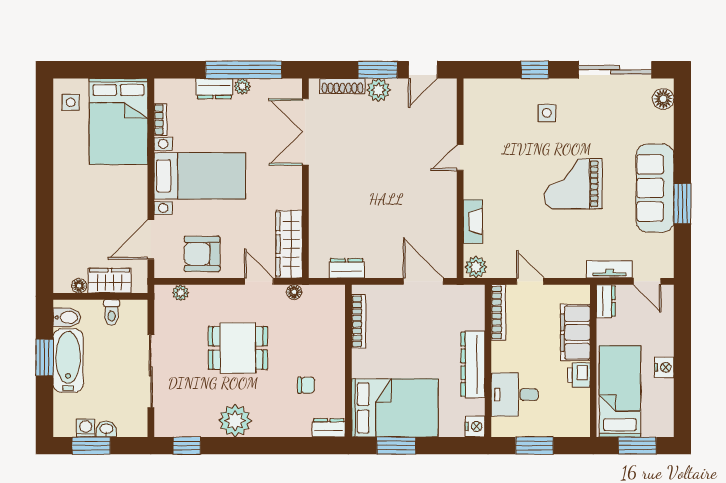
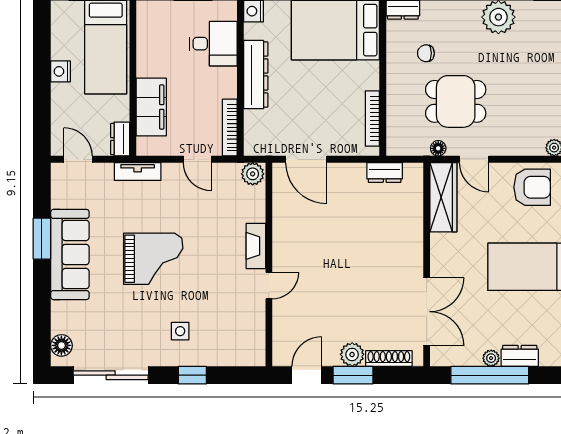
fireplace: (473, 222) -> (256, 246), moved
tv unit: (609, 269) -> (138, 171), moved
dining table: (238, 348) -> (456, 101), moved
printer: (579, 375) -> (148, 64), removed

